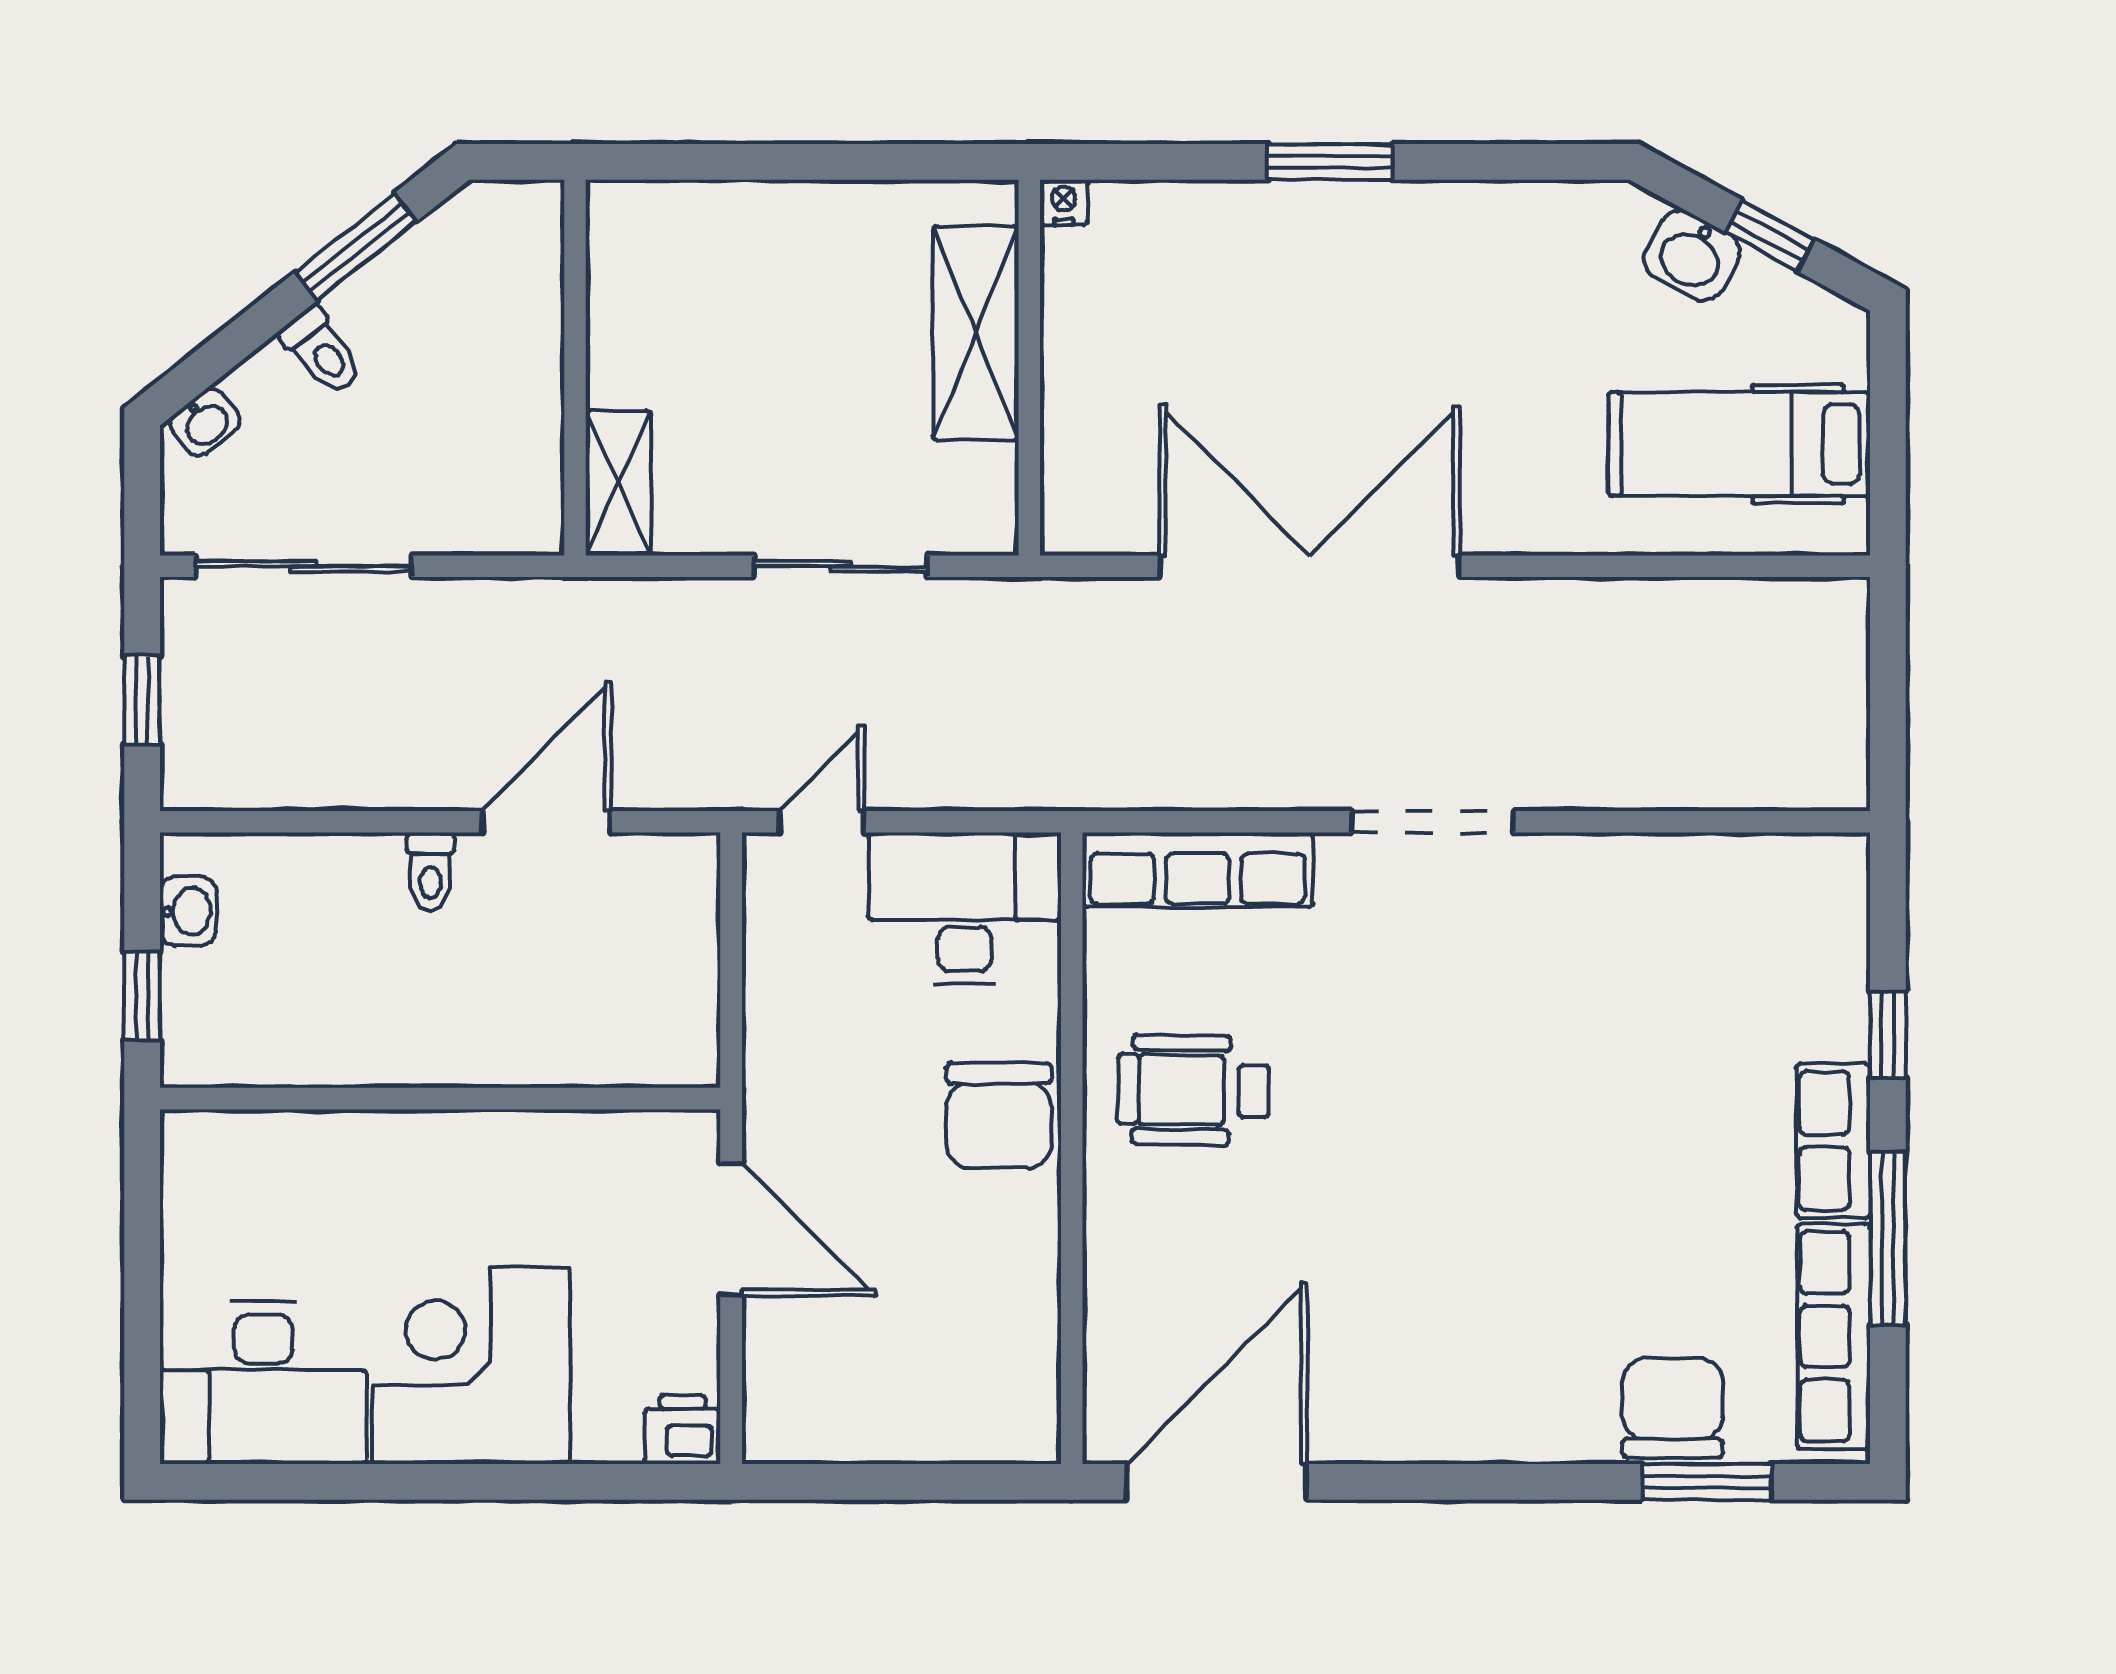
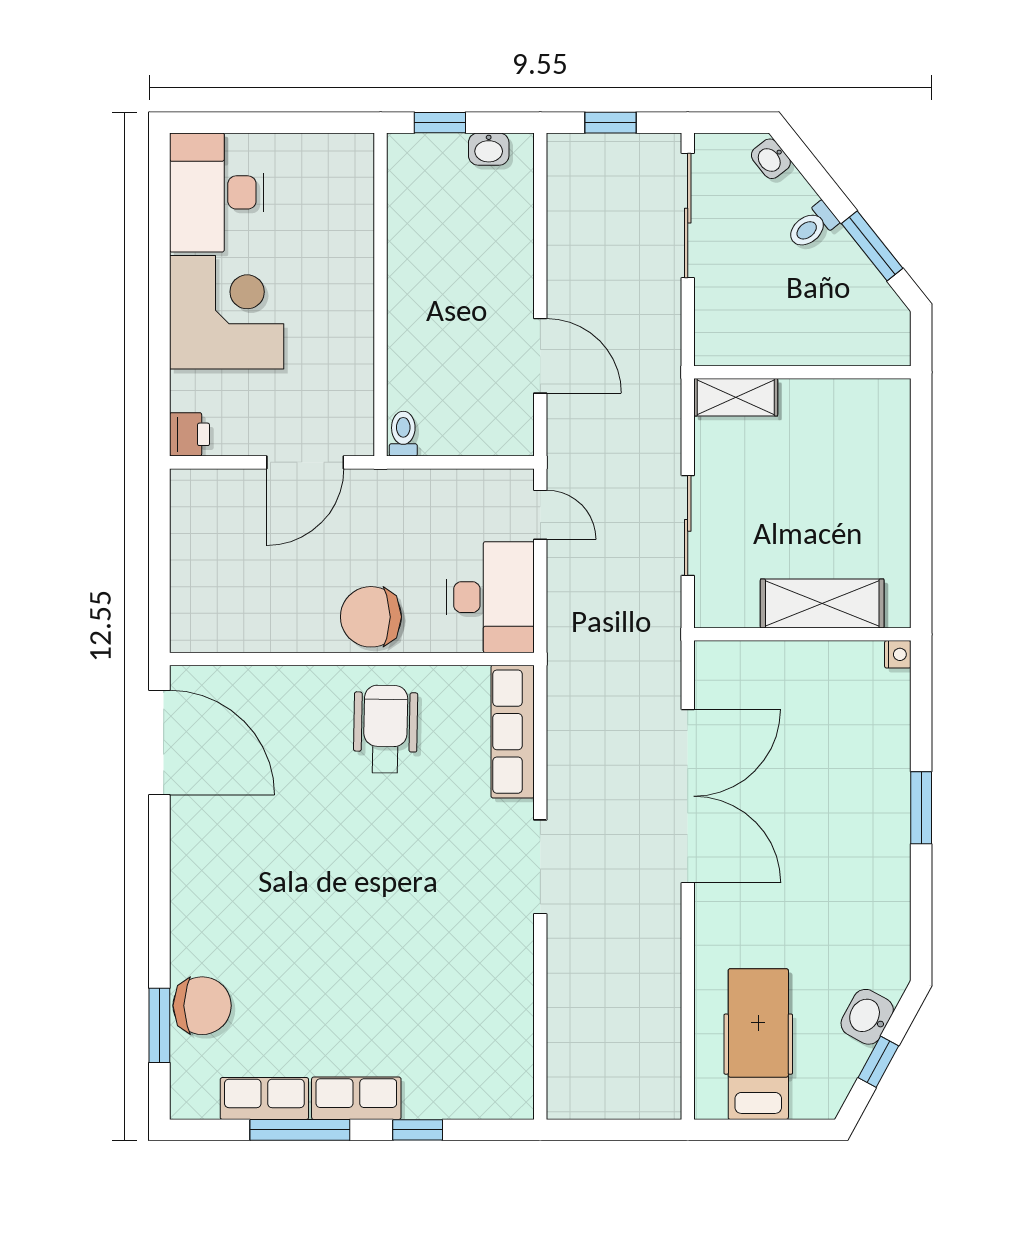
toilet: (430, 872) -> (403, 434), moved, turned 90
row of seats: (1834, 1336) -> (264, 1099), width x0.68

